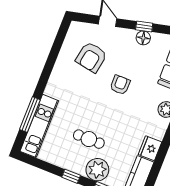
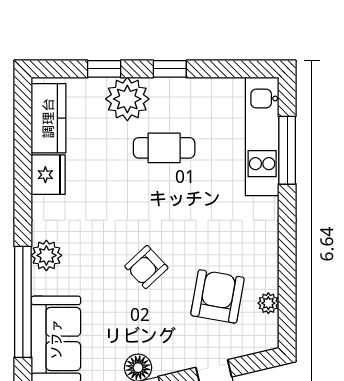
plant: (68, 44) -> (268, 303), added
armchair: (120, 85) -> (146, 267), turned 47

